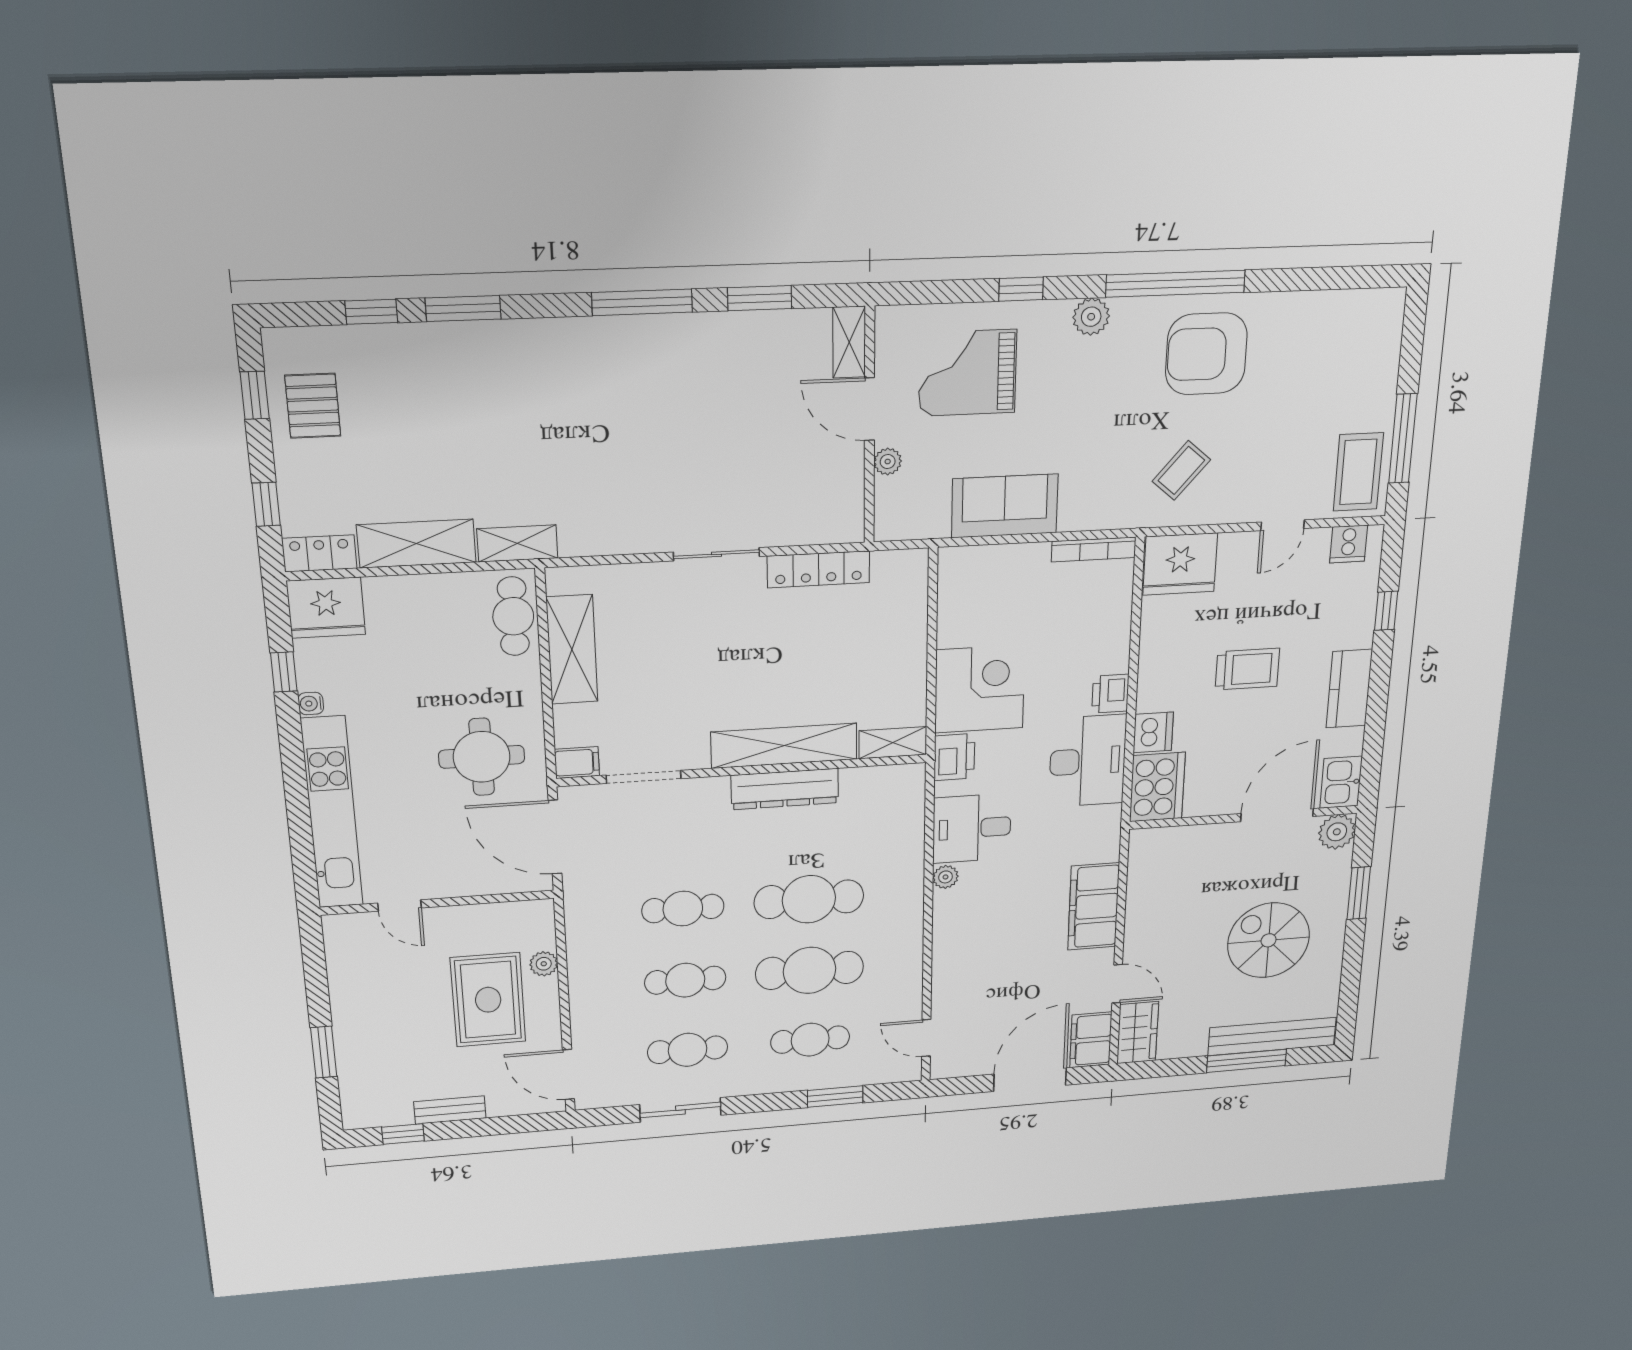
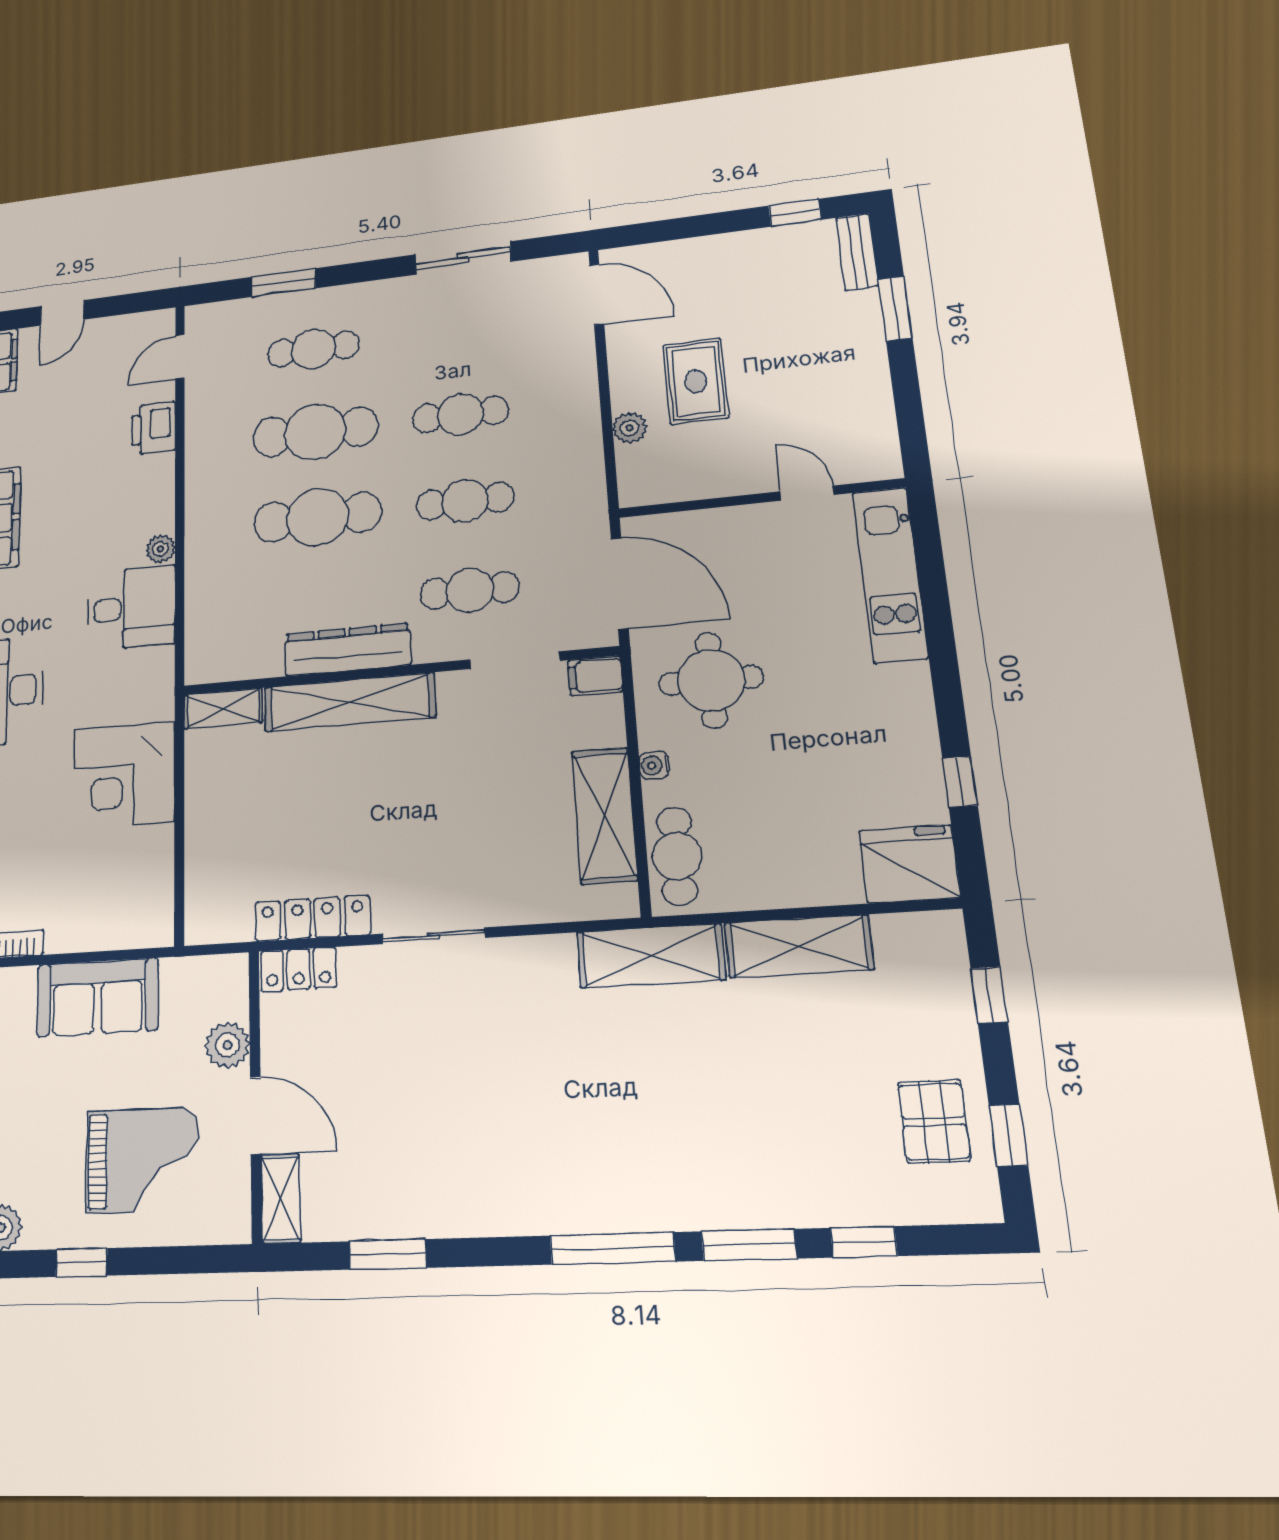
window: (642, 302) -> (612, 1249), moved
plant: (888, 462) -> (227, 1045), width x1.38, depth x1.38
shelving: (517, 543) -> (651, 956), width x1.50, depth x1.33
locker: (320, 553) -> (298, 969), moved
water cooler: (311, 703) -> (654, 765), moved, turned 180
printer: (954, 757) -> (154, 428), moved
kitchen unit: (332, 813) -> (890, 574), width x0.73
rug: (488, 1000) -> (696, 381), width x0.73, depth x0.70
door: (926, 1038) -> (180, 357), swing flipped
cafe table: (688, 1050) -> (470, 590), moved
door: (1030, 1080) -> (62, 313), width x0.53
bench: (450, 1110) -> (857, 252), moved, turned 90

